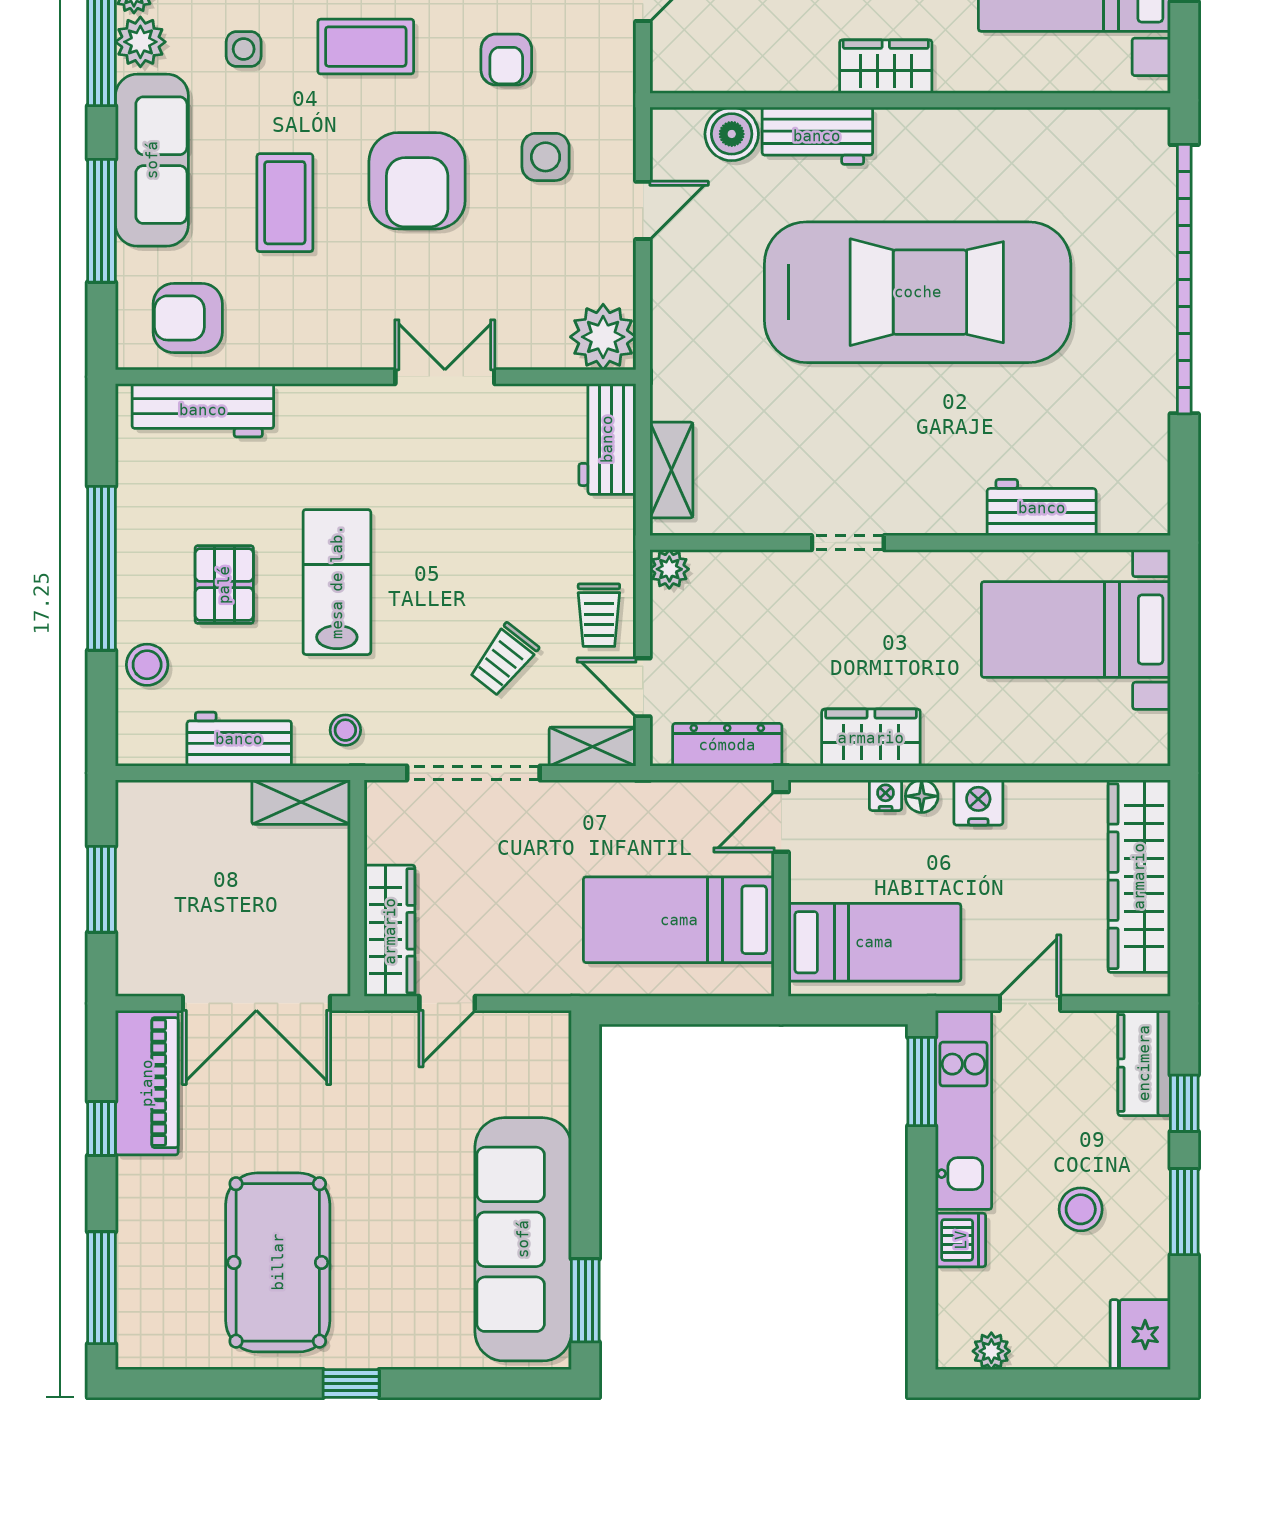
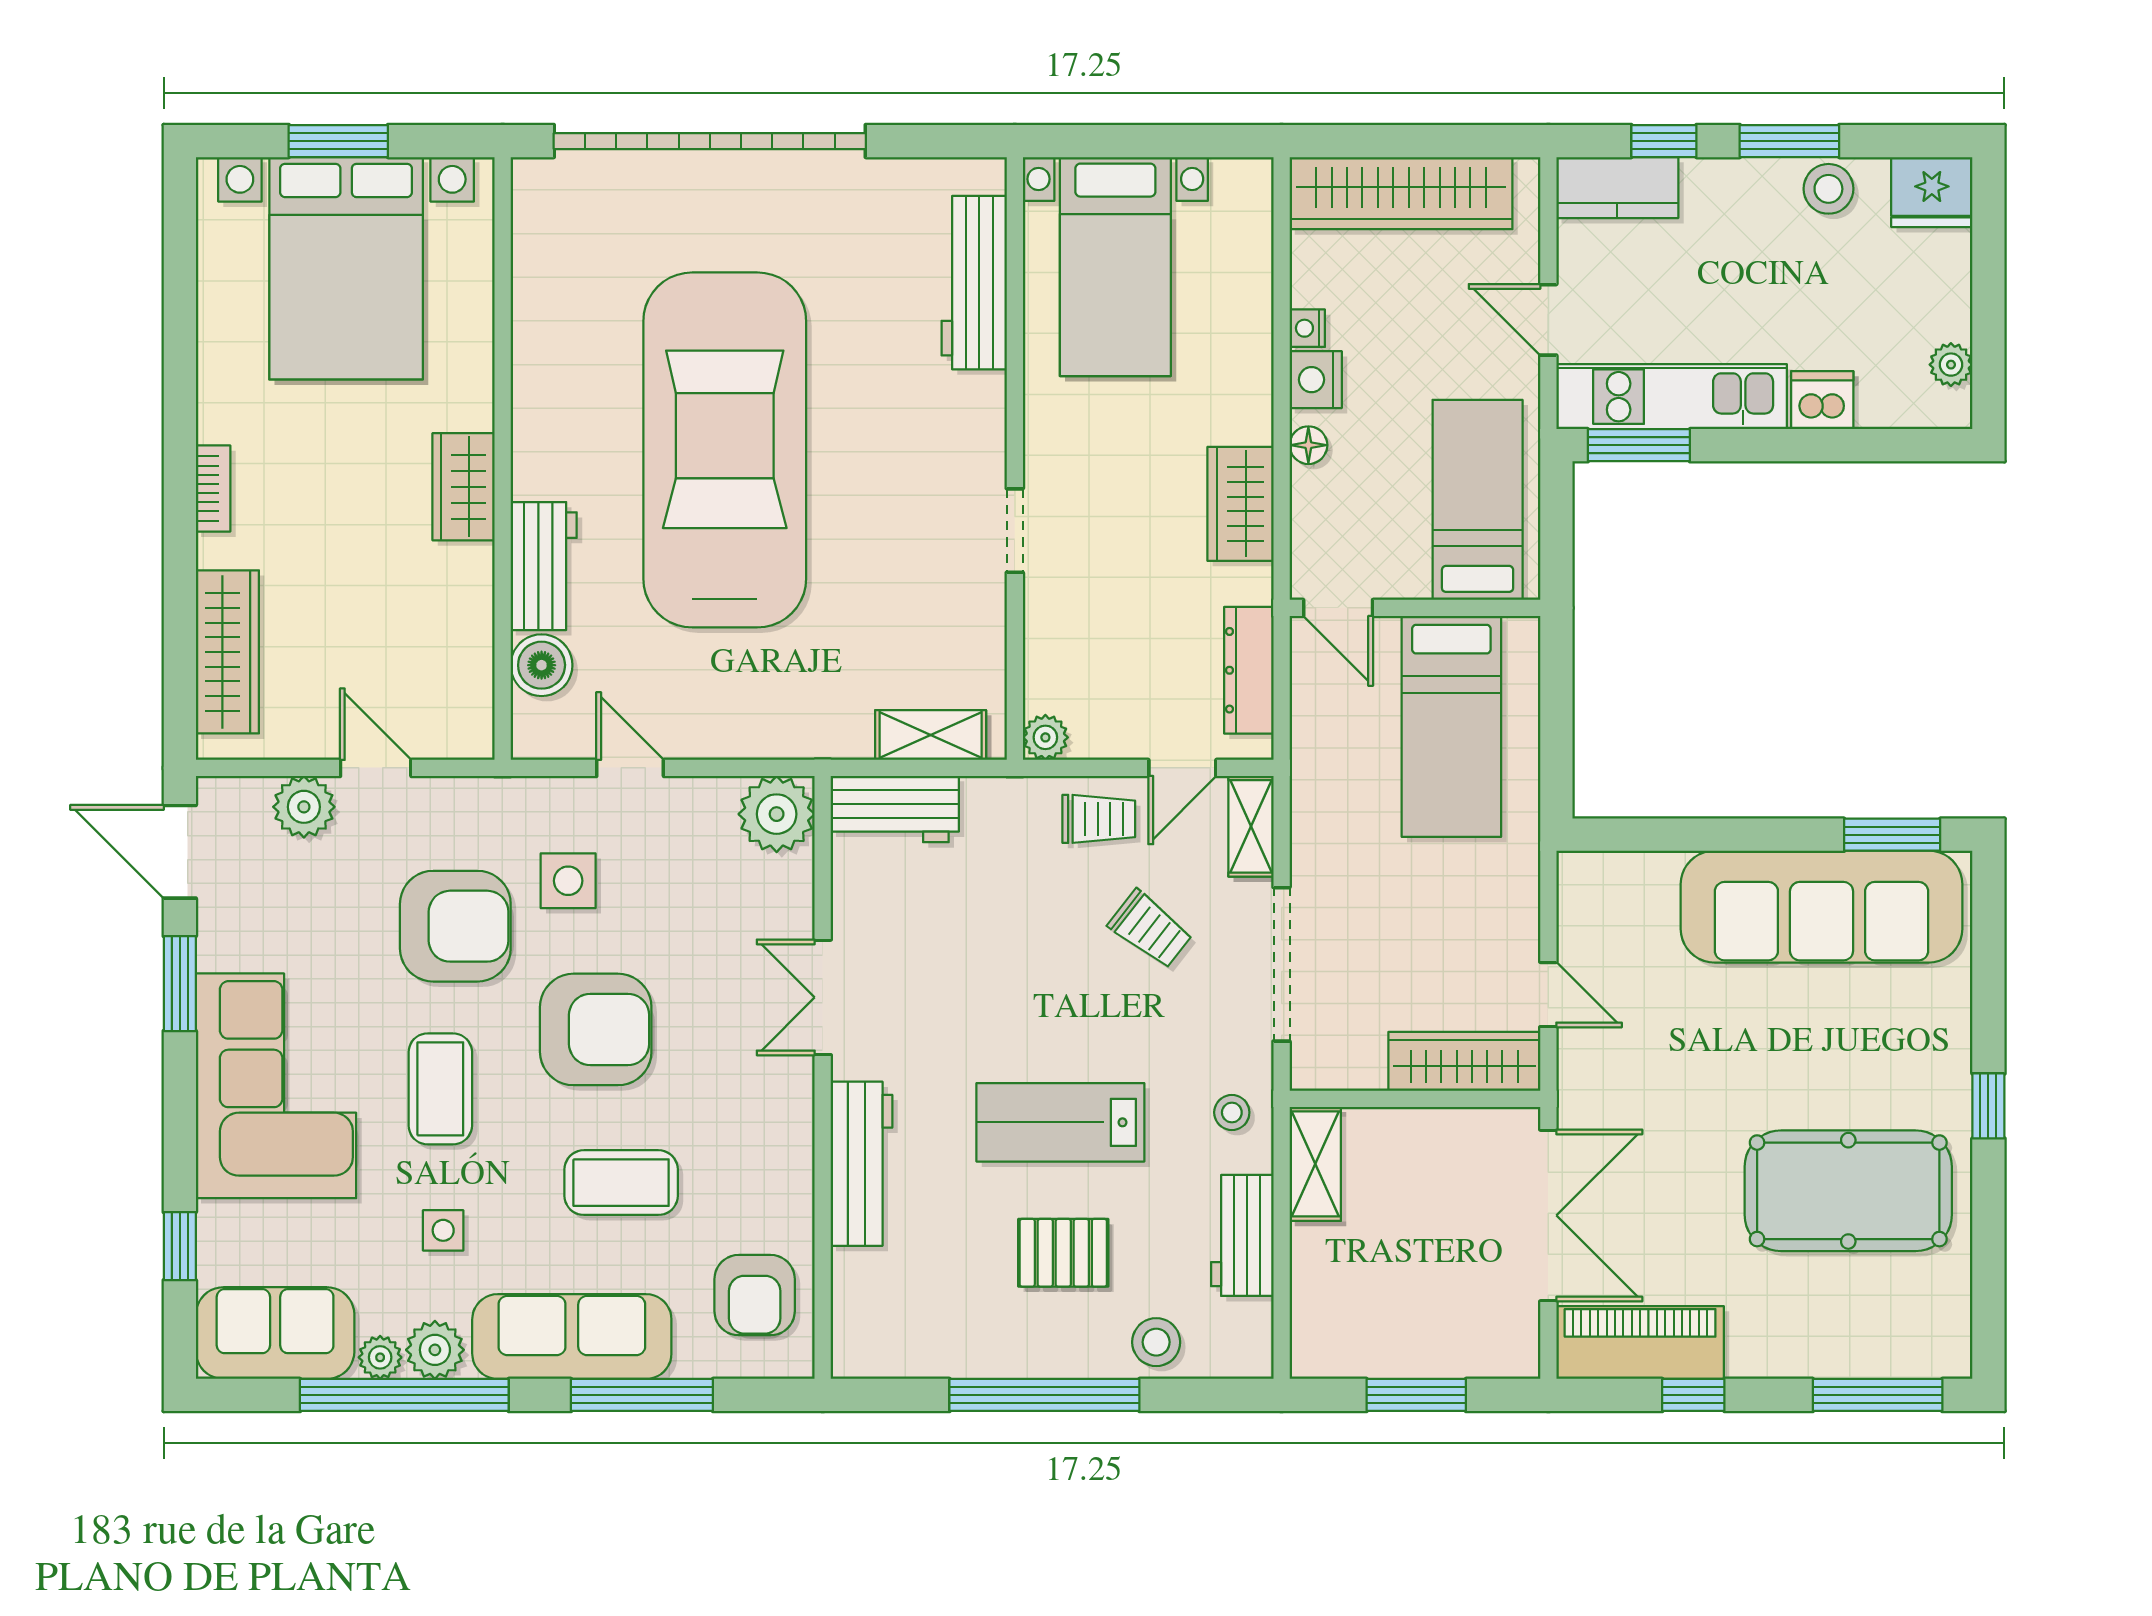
armchair: (506, 59) -> (455, 926), width x1.88, depth x1.88
workbench: (203, 410) -> (862, 1164), moved
workbench: (1042, 508) -> (974, 283), width x1.38
nightstand: (886, 795) -> (1307, 328), moved
stool: (1081, 1209) -> (1828, 189), moved

